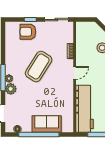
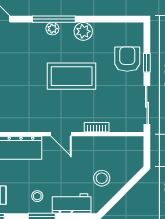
coffee table: (39, 66) -> (72, 76), turned -32
plant: (11, 89) -> (83, 31), moved

